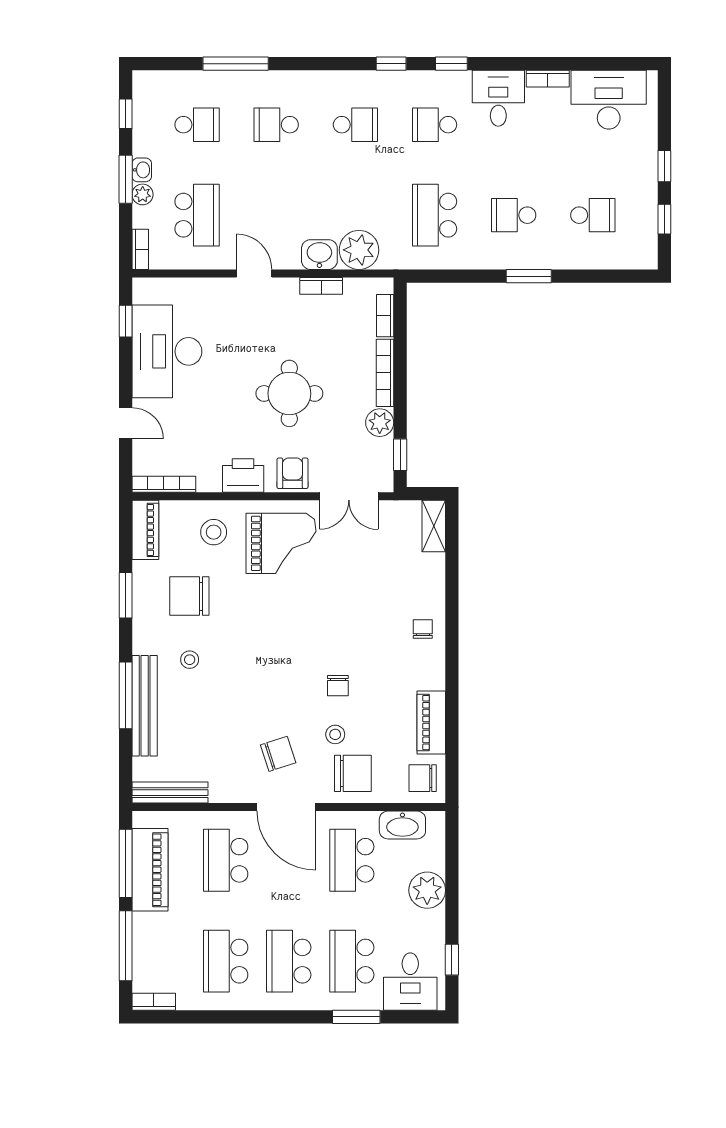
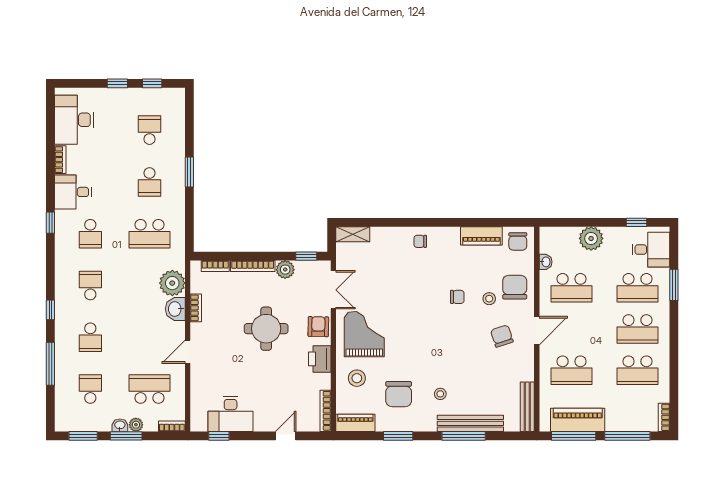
window: (391, 64) -> (50, 310), moved
window: (126, 114) -> (83, 436), width x1.50
desk: (167, 351) -> (231, 414), width x0.73, depth x0.77
armchair: (292, 473) -> (318, 327), turned 91
door: (286, 807) -> (537, 331), width x0.73
washbasin: (402, 825) -> (546, 262), width x0.52, depth x0.69

